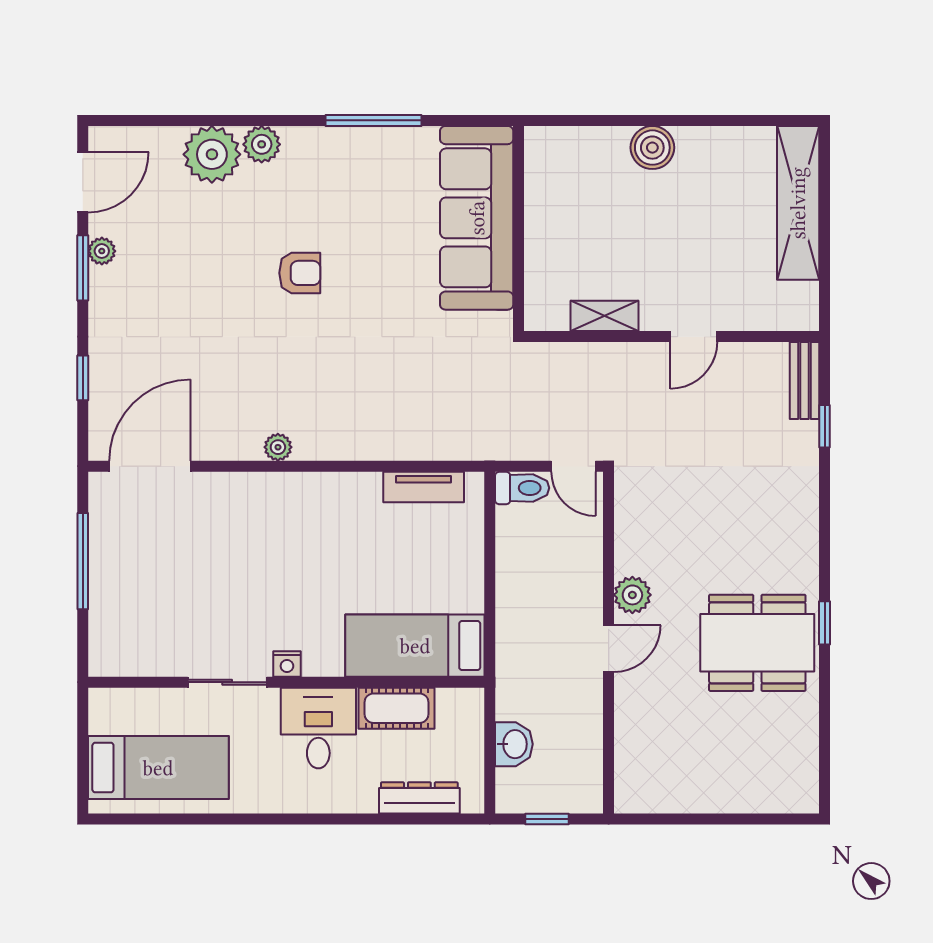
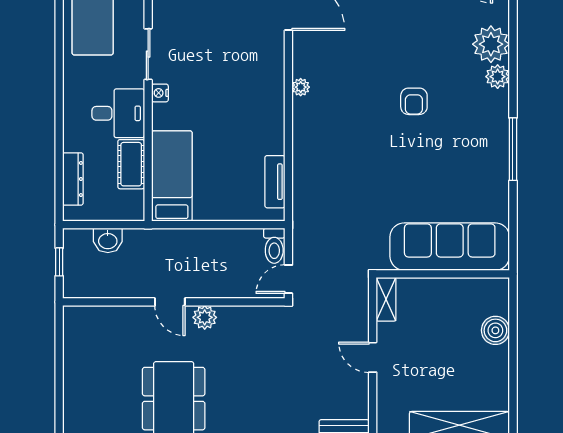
sofa: (477, 218) -> (450, 247), moved
wall: (519, 229) -> (443, 274), moved

